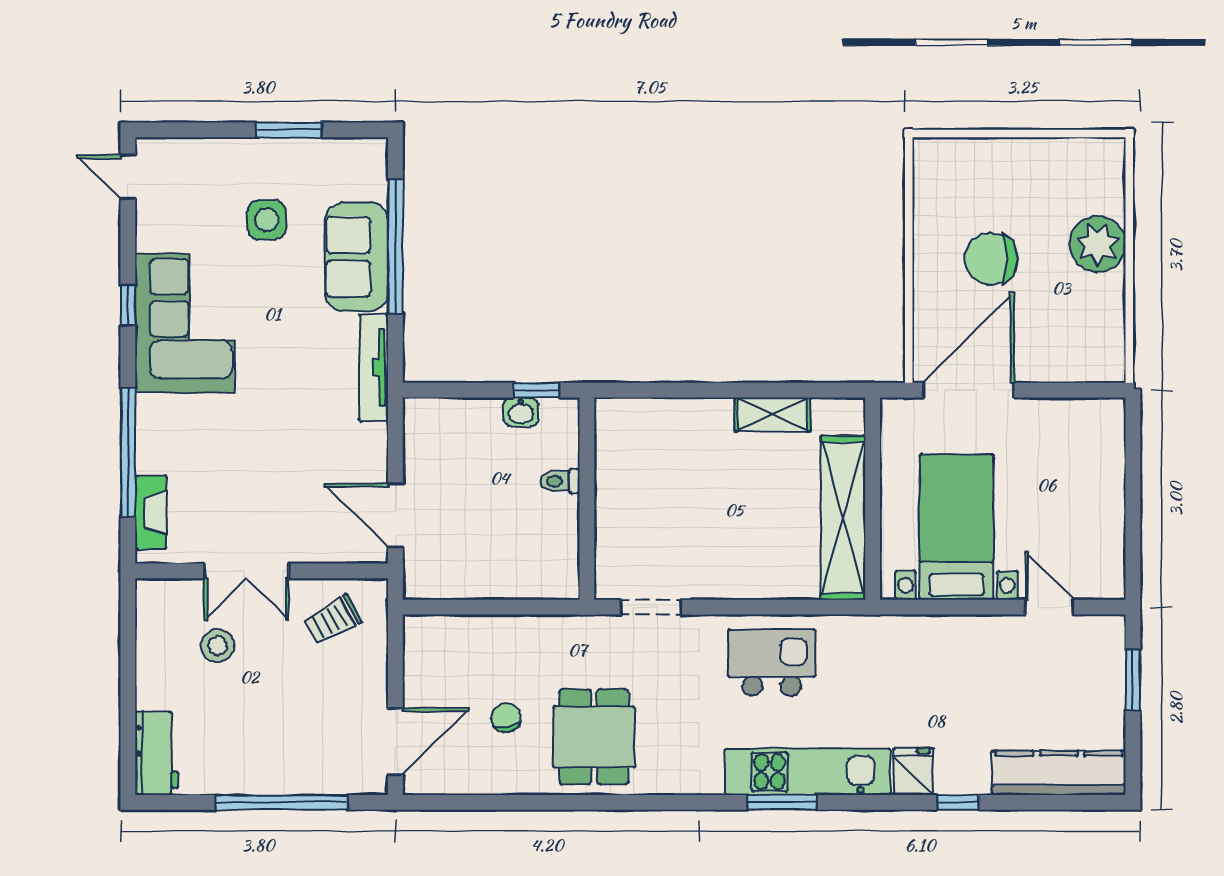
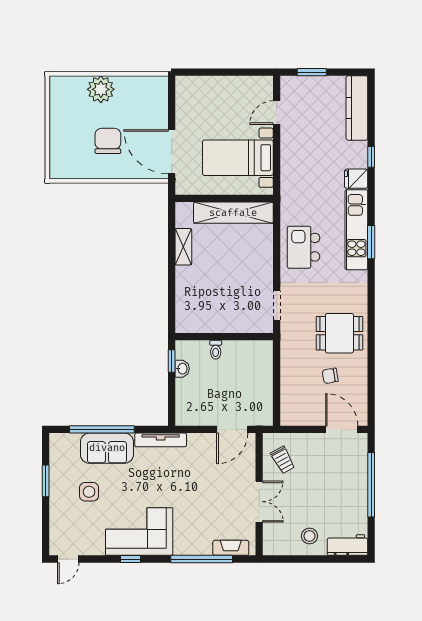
chair: (991, 259) -> (108, 141), turned 180
stool: (218, 646) -> (309, 536), moved

